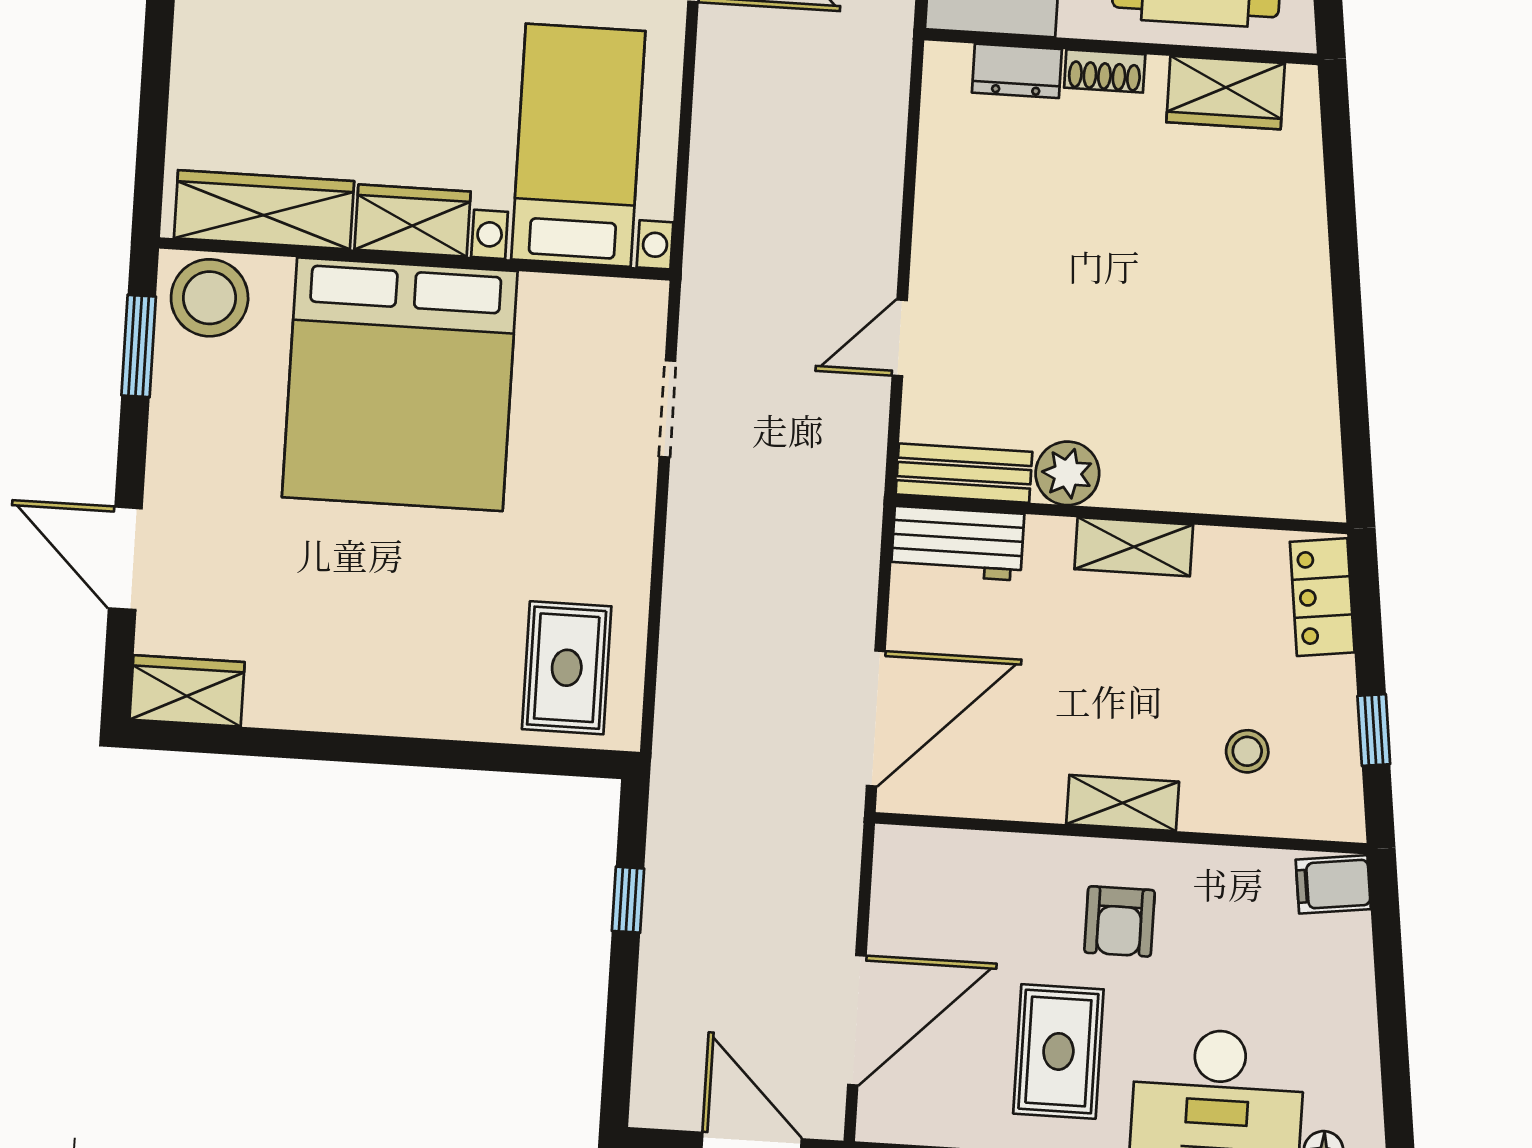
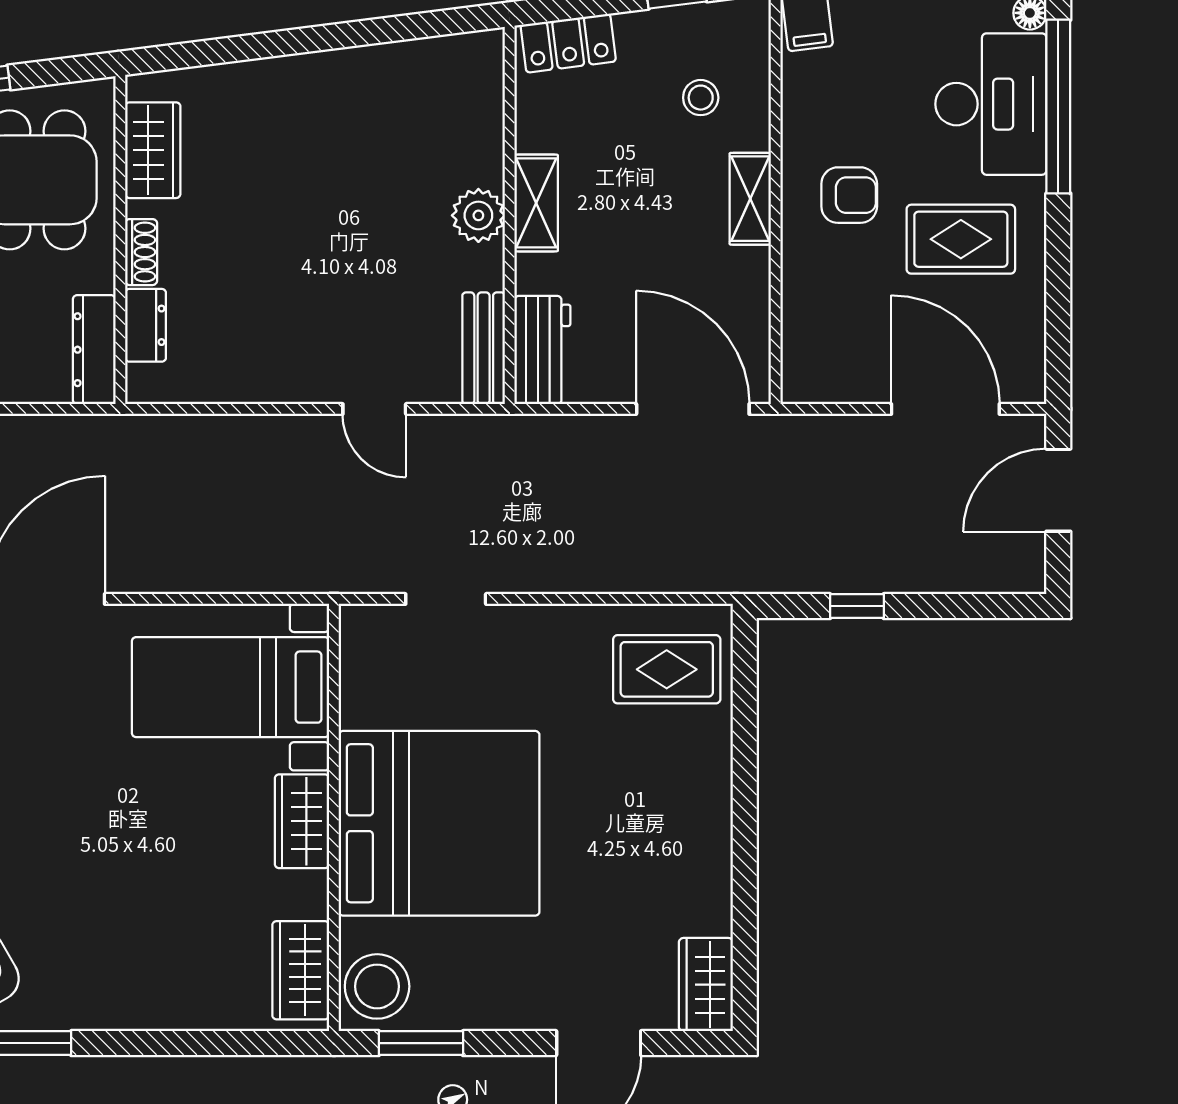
wardrobe: (264, 210) -> (301, 970), width x0.67
plant: (1067, 473) -> (478, 215), moved

